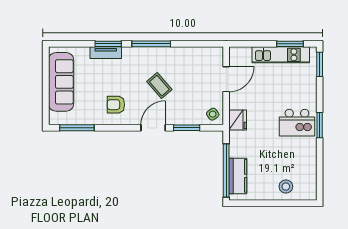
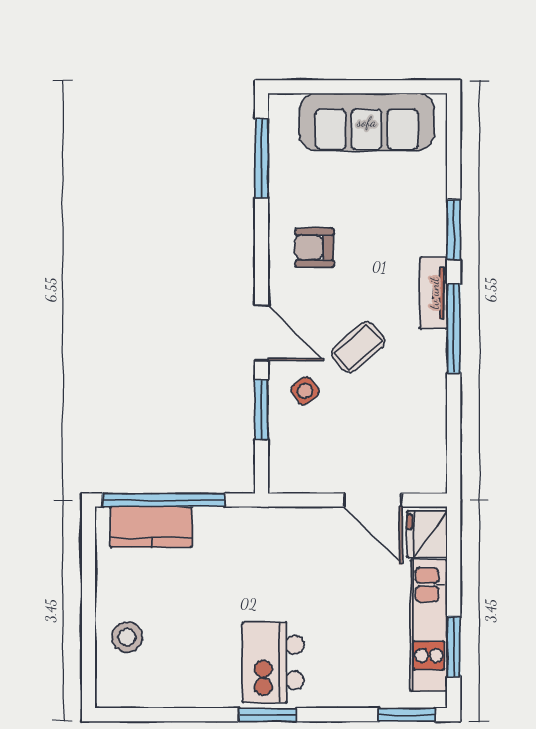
tv unit: (106, 53) -> (434, 293), moved
armchair: (116, 105) -> (314, 247), turned -90
side table: (213, 114) -> (305, 391), moved
fridge: (238, 120) -> (427, 534), moved, turned 90

